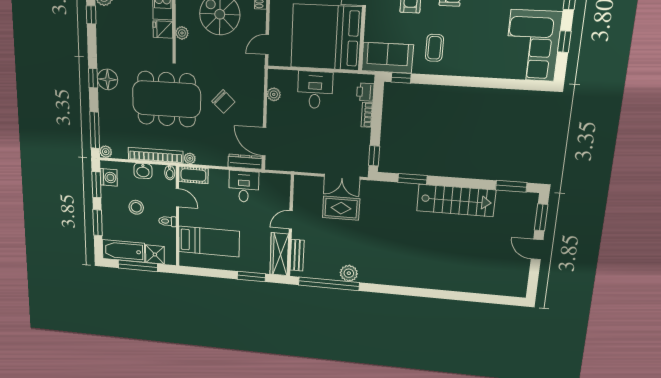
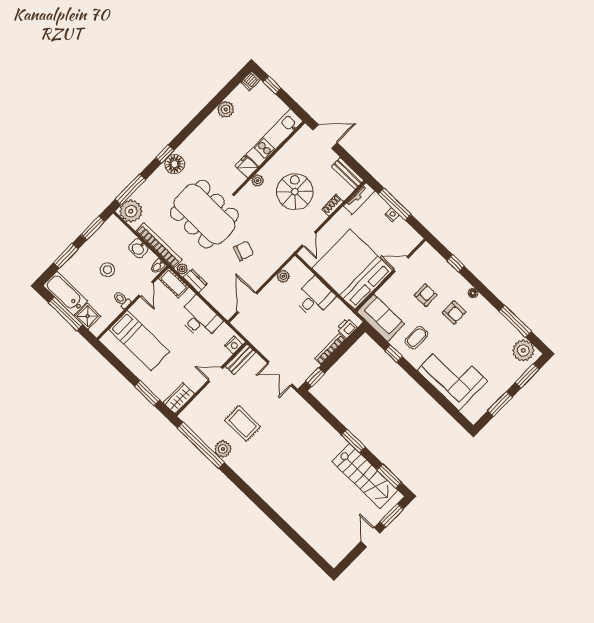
window: (91, 15) -> (205, 113), removed
window: (564, 42) -> (500, 404), width x1.50
door: (267, 45) -> (309, 239), swing flipped
corner sofa: (533, 45) -> (452, 376), moved, turned 90
window: (401, 78) -> (394, 354), moved
chair: (223, 101) -> (244, 251), turned -113
bookcase: (367, 115) -> (330, 349), width x1.56
plant: (106, 152) -> (131, 211), width x1.87, depth x1.87
dresser: (245, 162) -> (195, 281), moved, width x0.70
washing machine: (109, 177) -> (108, 231), removed
window: (413, 179) -> (353, 441), moved
nightstand: (284, 185) -> (234, 345), added
desk: (244, 186) -> (199, 318), width x1.37
stairs: (456, 201) -> (365, 476), moved
rug: (341, 208) -> (243, 423), moved
wardrobe: (279, 254) -> (179, 398), width x0.67
bench: (297, 255) -> (241, 359), moved

